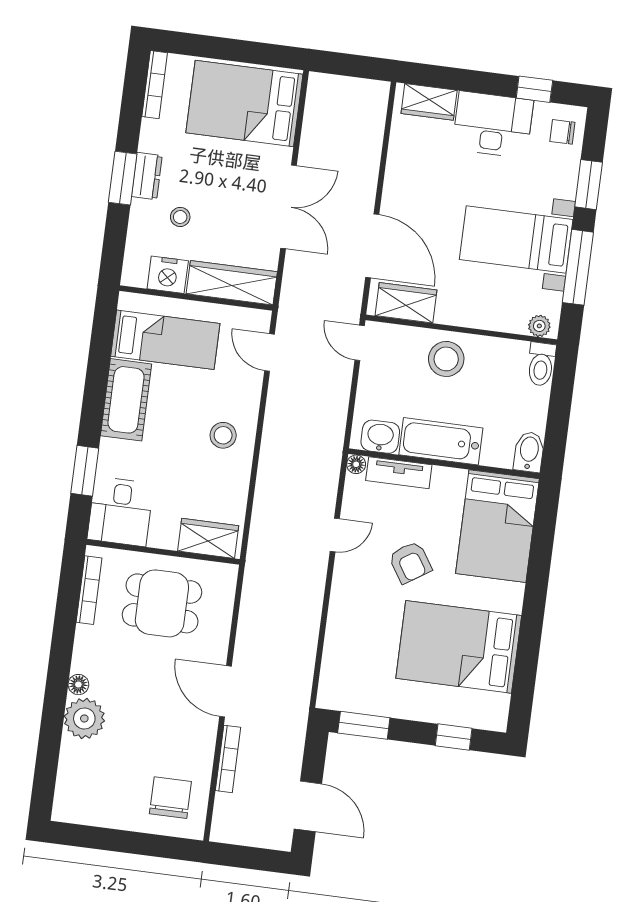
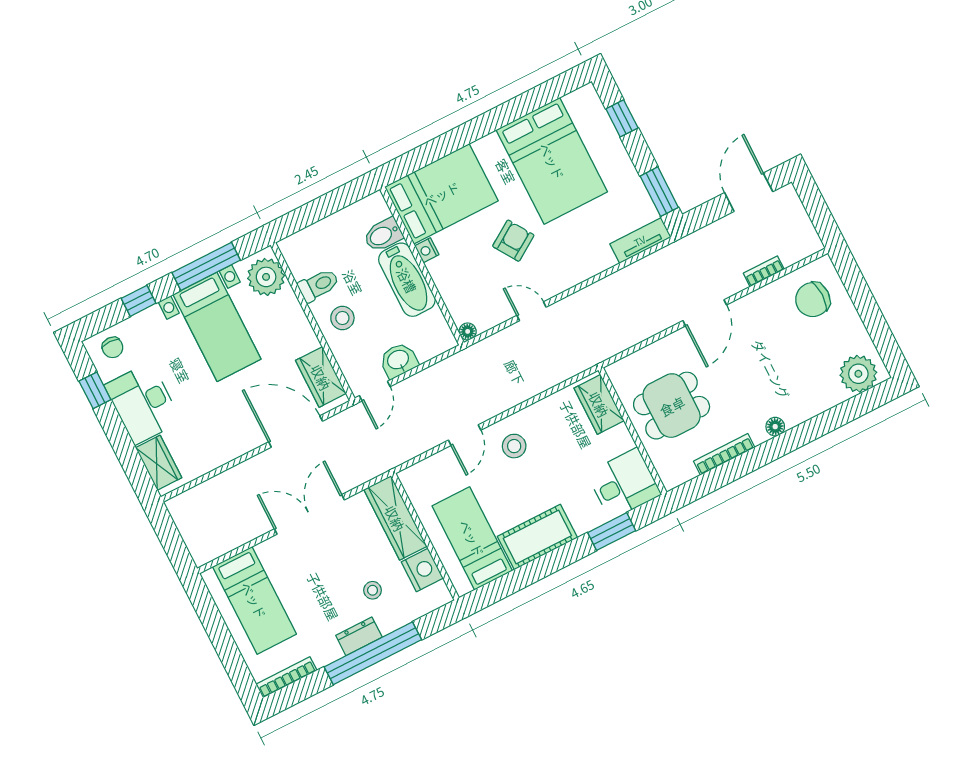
bed: (244, 103) -> (254, 600), width x0.67
window: (123, 178) -> (373, 653), width x2.11
window: (589, 185) -> (139, 301), width x0.67
door: (372, 246) -> (296, 431), hinge flipped
plant: (539, 326) -> (266, 277), width x1.87, depth x1.87
door: (270, 353) -> (465, 435), moved
stool: (446, 359) -> (342, 318), width x0.73, depth x0.73
toilet: (541, 364) -> (319, 285), moved
washbasin: (380, 437) -> (398, 360), moved, turned 90
bidet: (529, 452) -> (383, 235), moved
tv unit: (399, 473) -> (640, 241), moved, turned -90
nightstand: (455, 478) -> (427, 250), added
bookcase: (89, 590) -> (724, 454), moved
dining table: (162, 603) -> (672, 406), turned 90
plant: (84, 718) -> (858, 374), moved
bookcase: (228, 759) -> (764, 271), width x0.64

